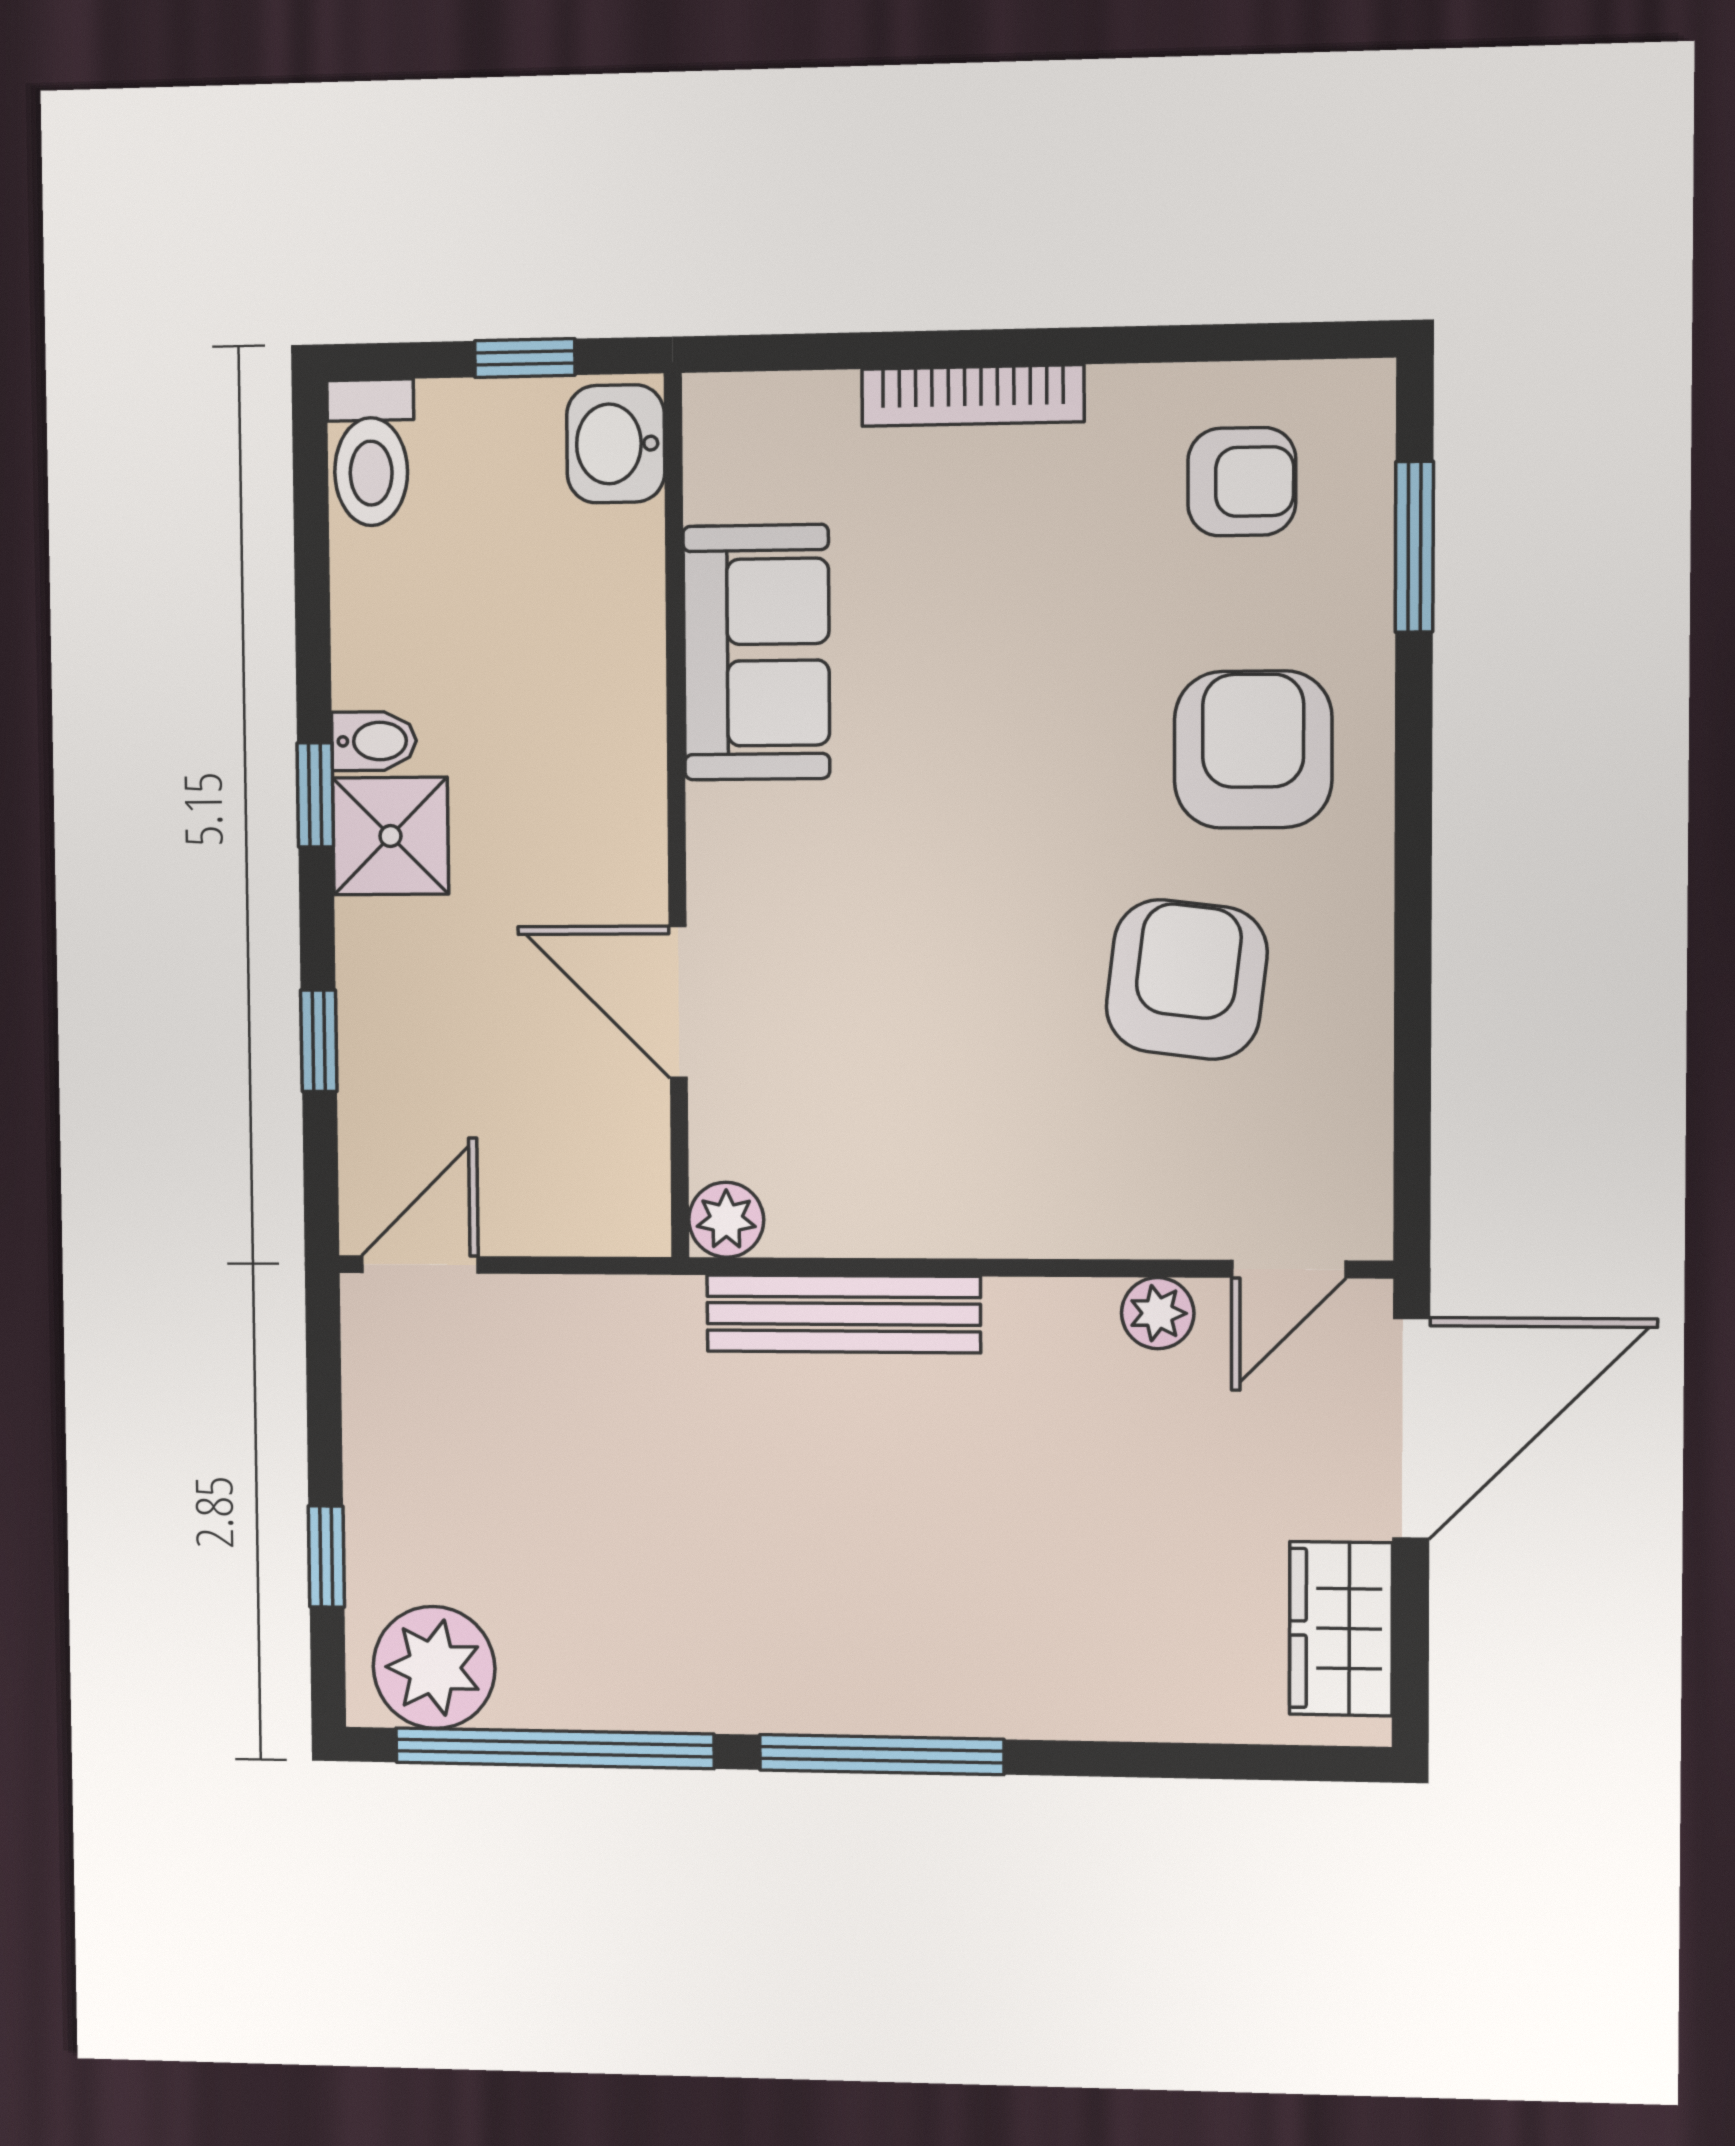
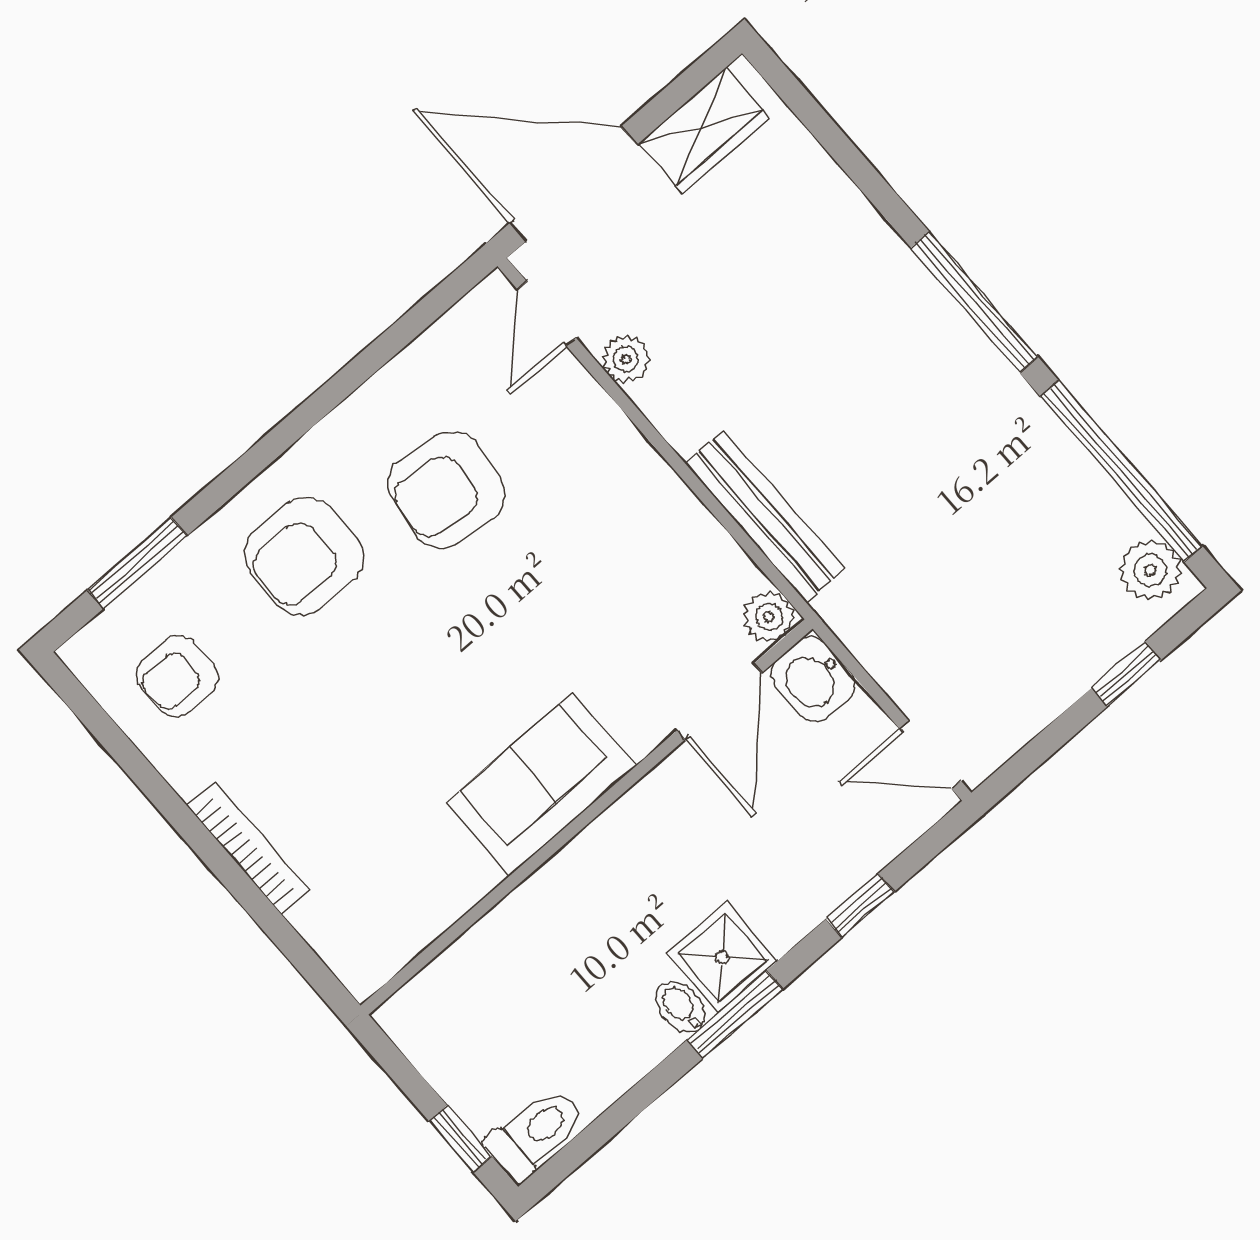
window: (525, 358) -> (460, 1139), moved
washbasin: (616, 444) -> (813, 679), moved, turned 90
armchair: (1242, 482) -> (177, 676), turned -90
sofa: (756, 652) -> (541, 784), moved
window: (315, 795) -> (735, 1014), width x1.50
door: (678, 1002) -> (719, 702), moved
door: (1289, 1269) -> (547, 314), swing flipped
plant: (434, 1667) -> (1150, 570), width x0.73, depth x0.73

